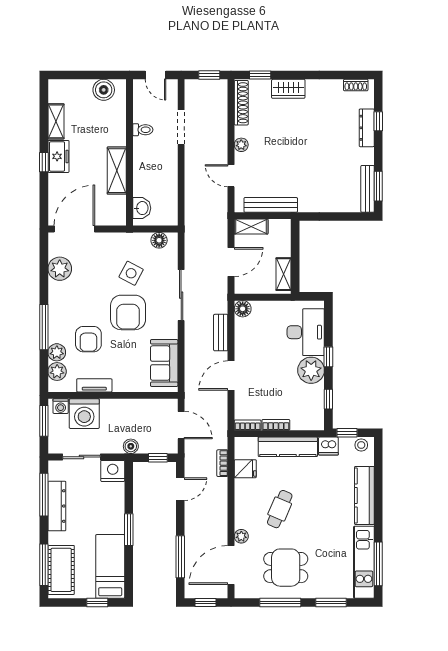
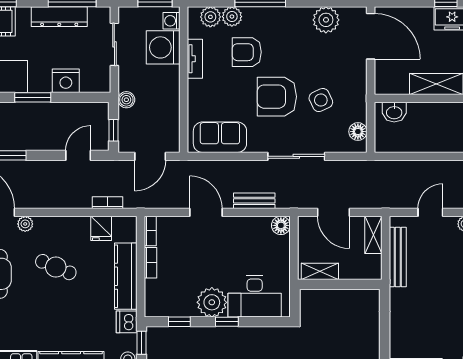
side table: (131, 273) -> (321, 100), turned 37
nightstand: (113, 471) -> (66, 81), moved, turned 90
door: (180, 489) -> (78, 155), swing flipped

